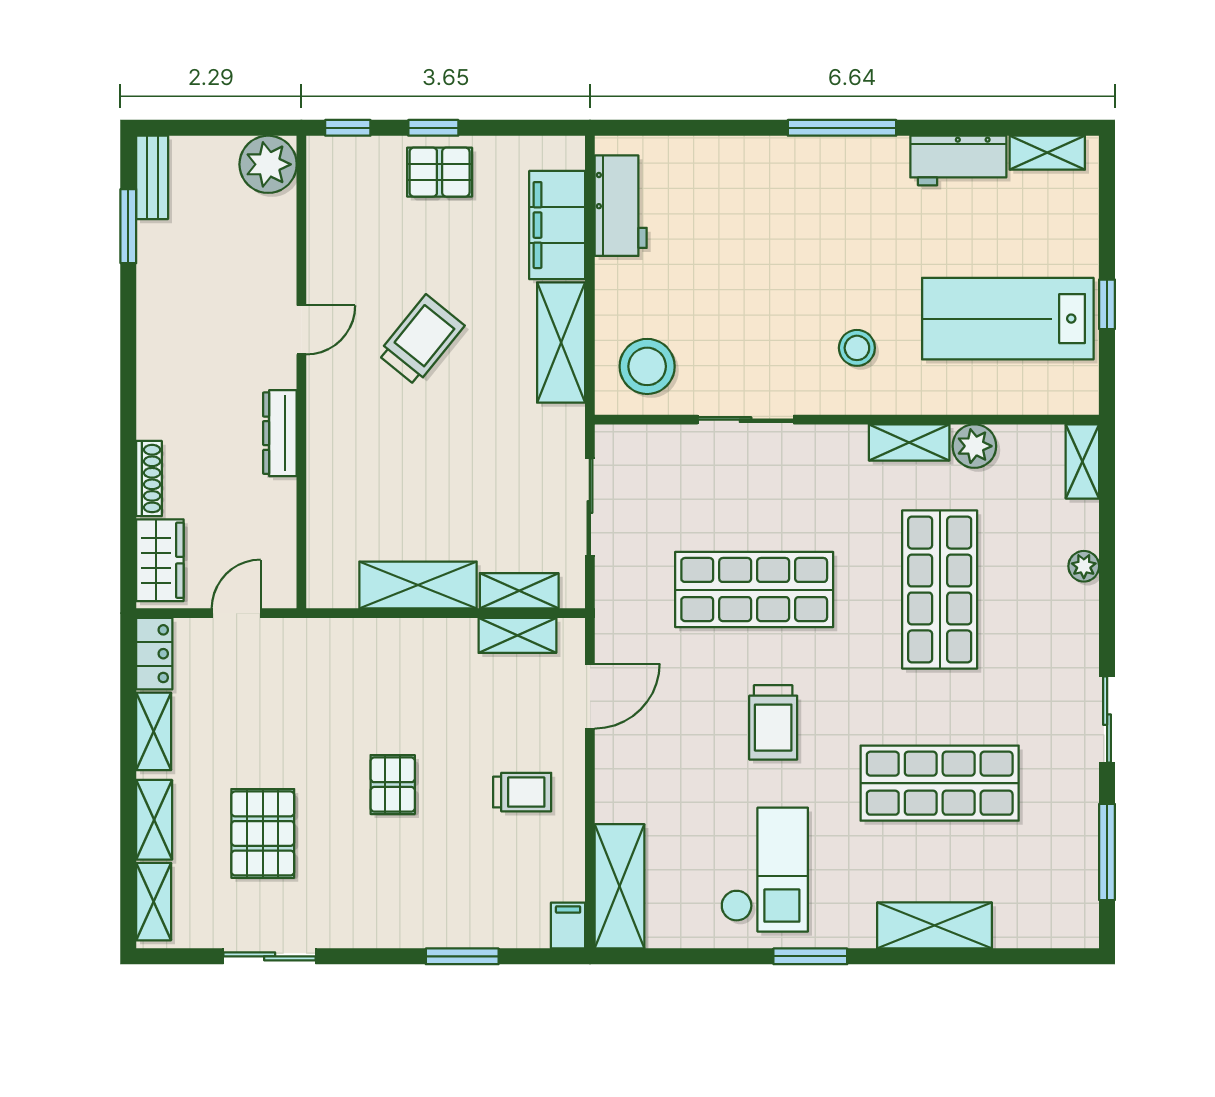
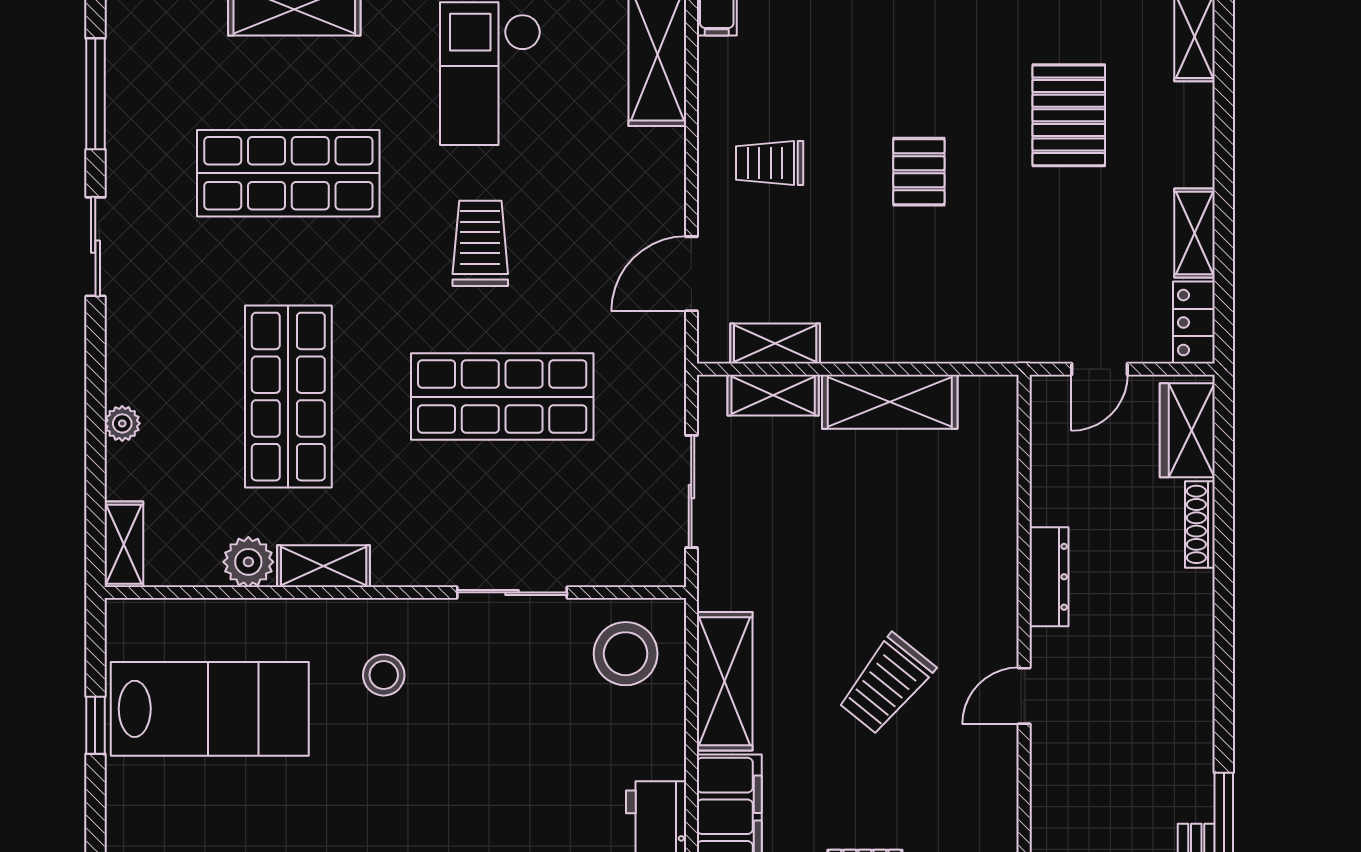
shelving: (154, 820) -> (1194, 131), removed

